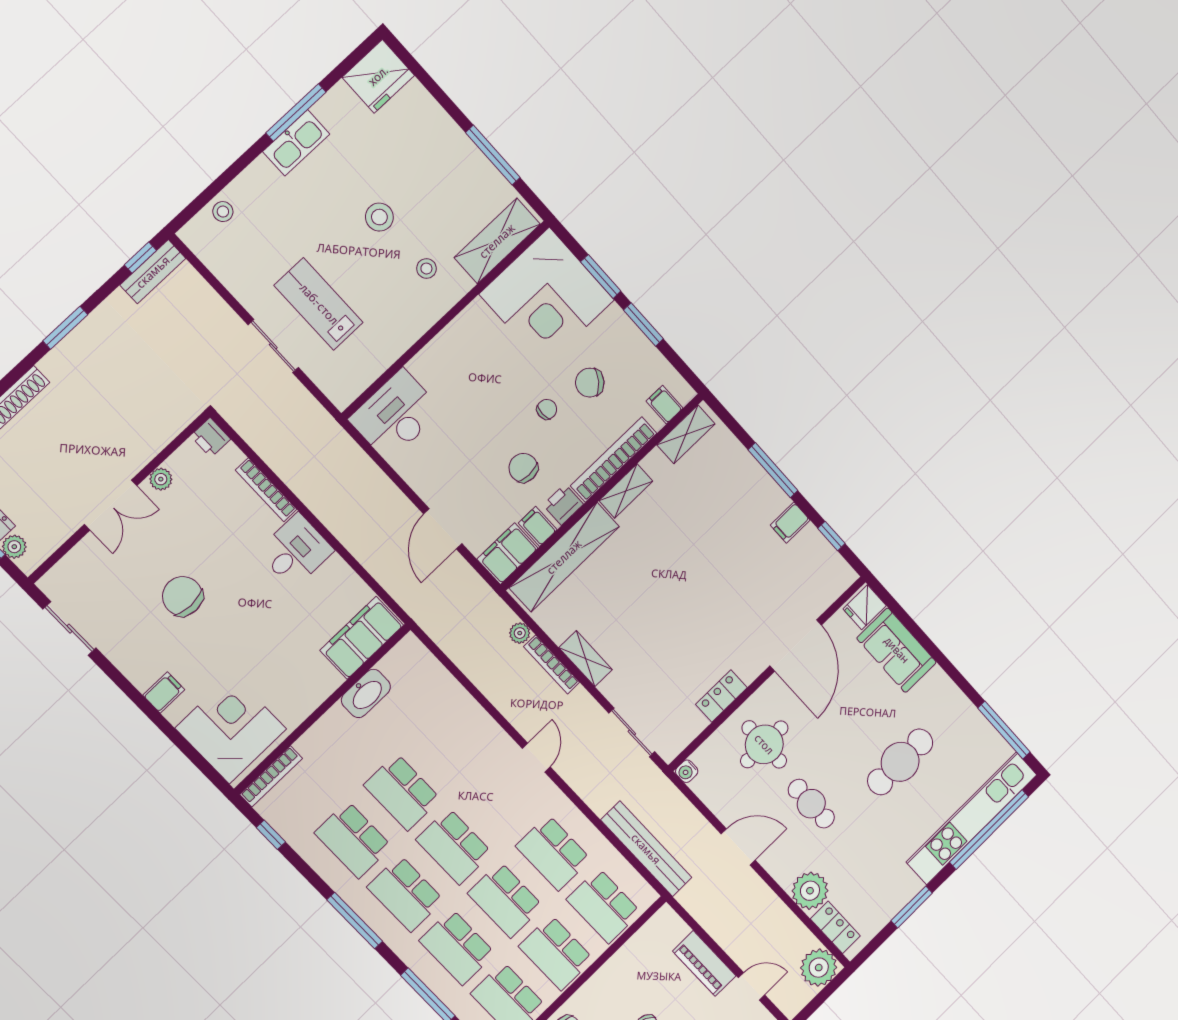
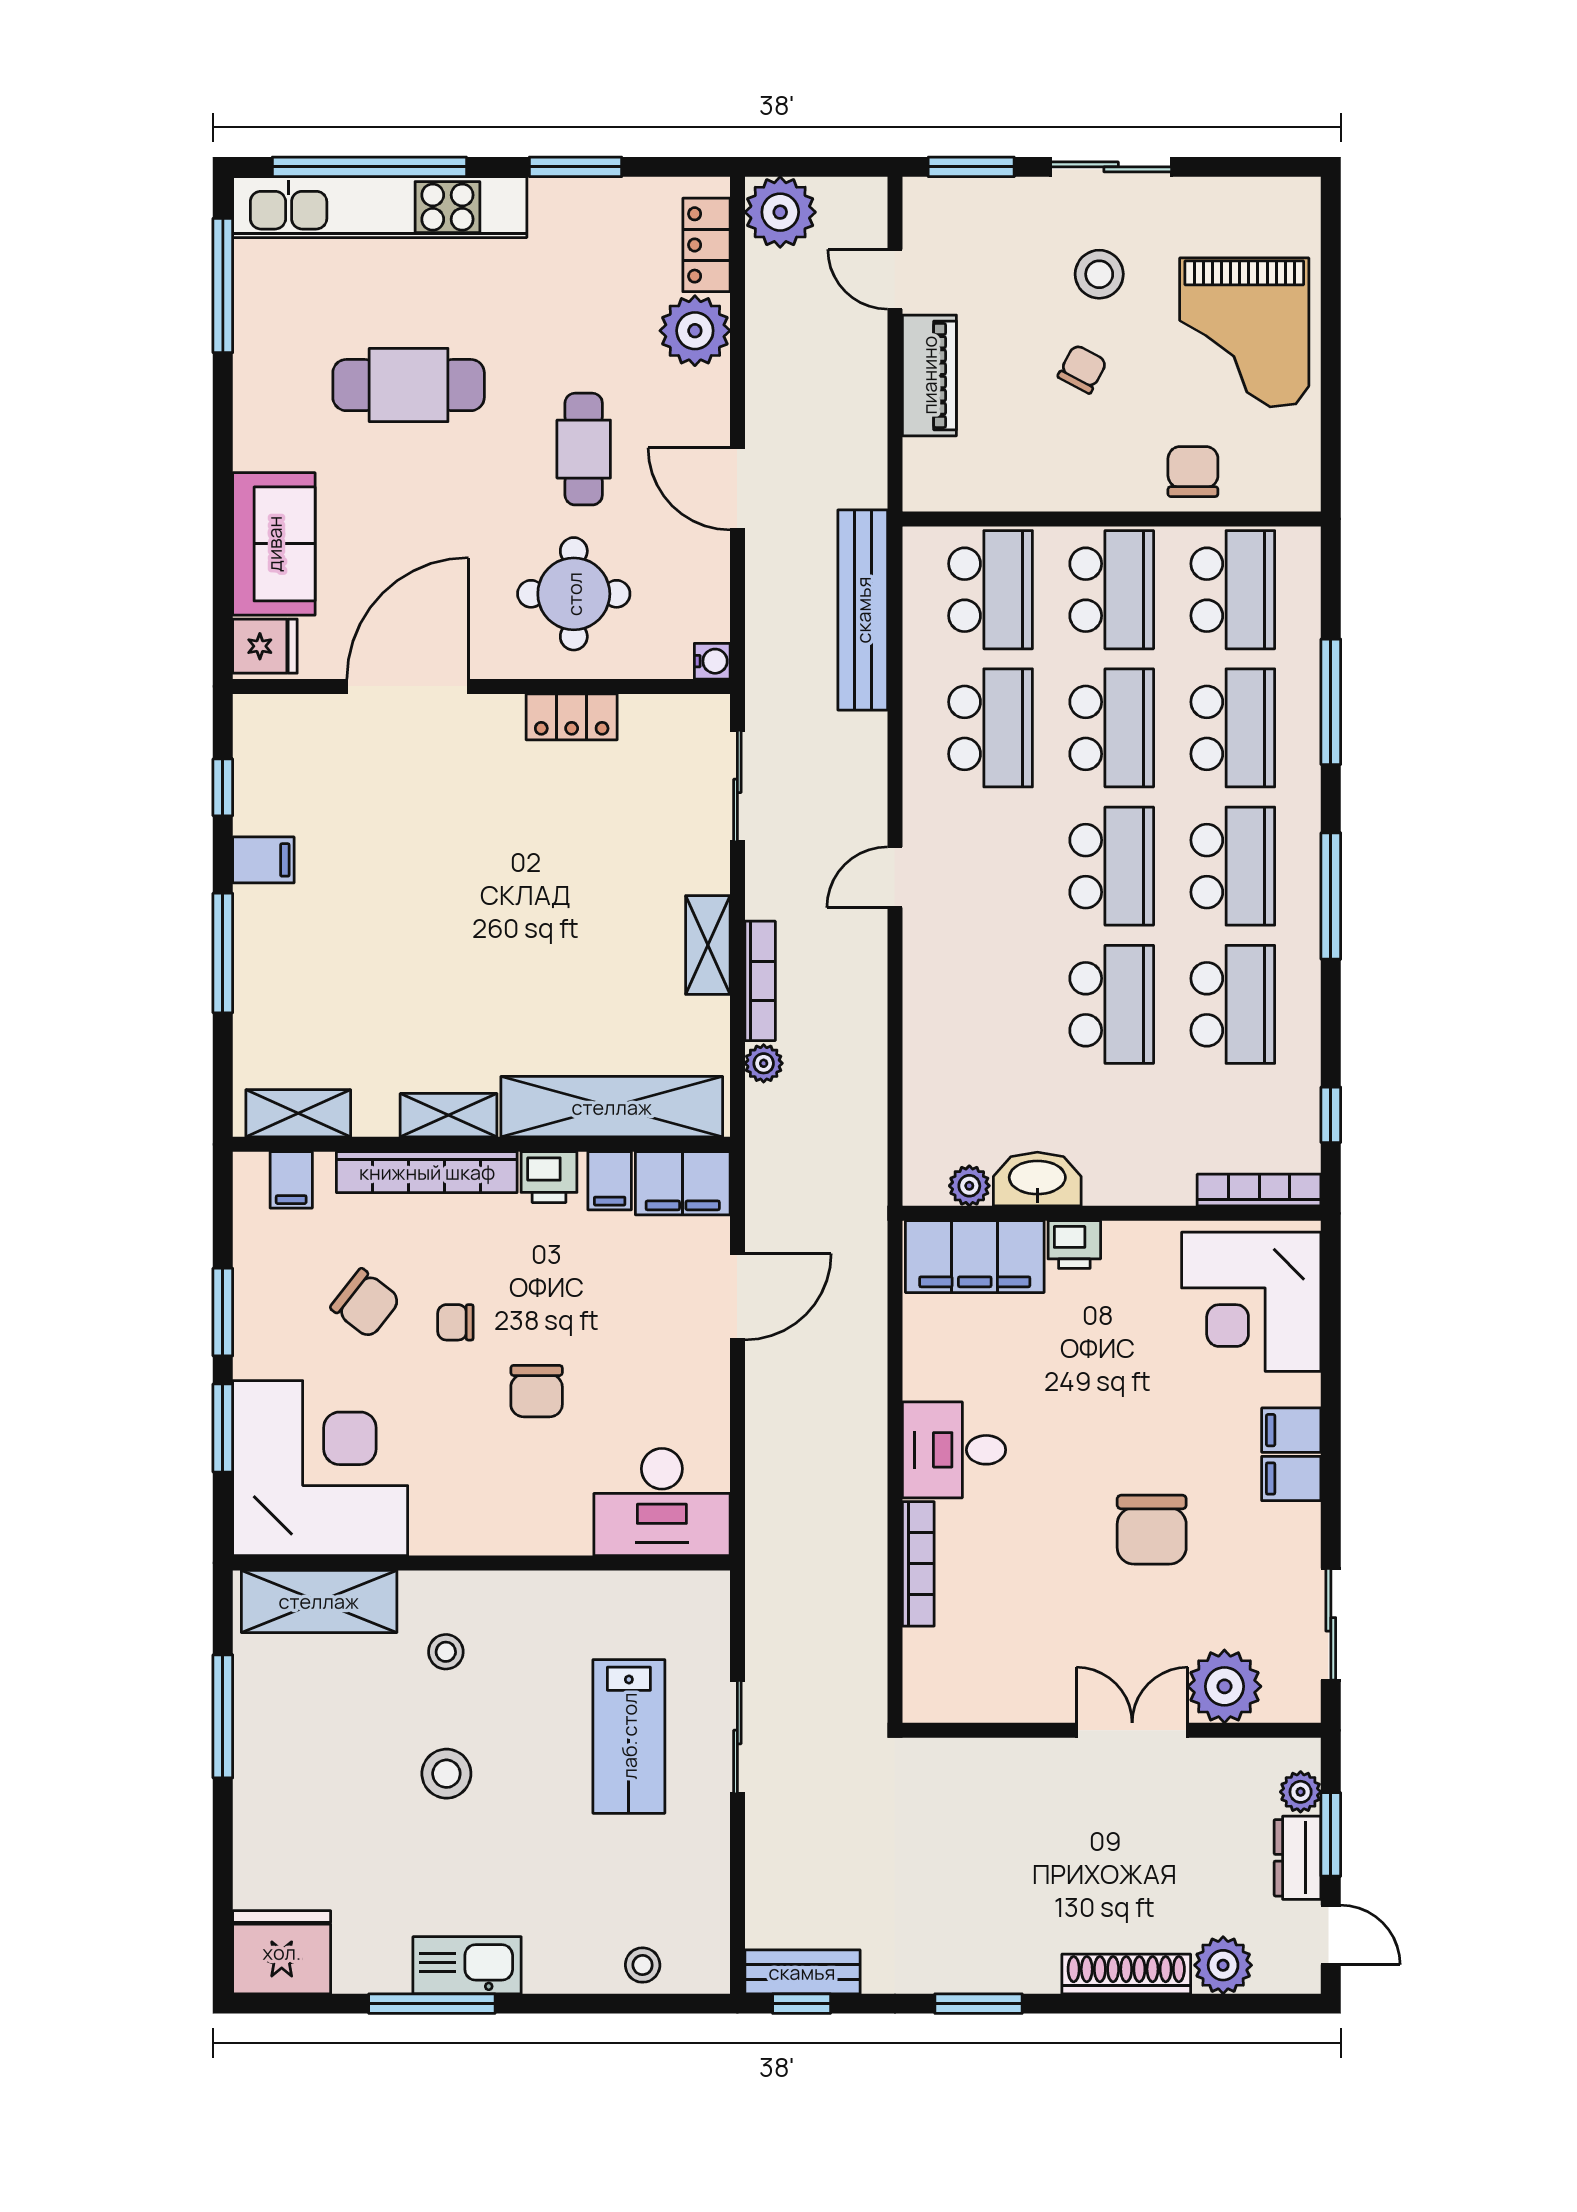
printer: (211, 438) -> (1074, 1245), moved, turned 90
chair: (523, 468) -> (537, 1391), moved
plant: (161, 479) -> (1224, 1686), moved, width x1.88, depth x1.88
plant: (391, 664) -> (969, 1186), added
filing cabinet: (145, 673) -> (1291, 1478), added

